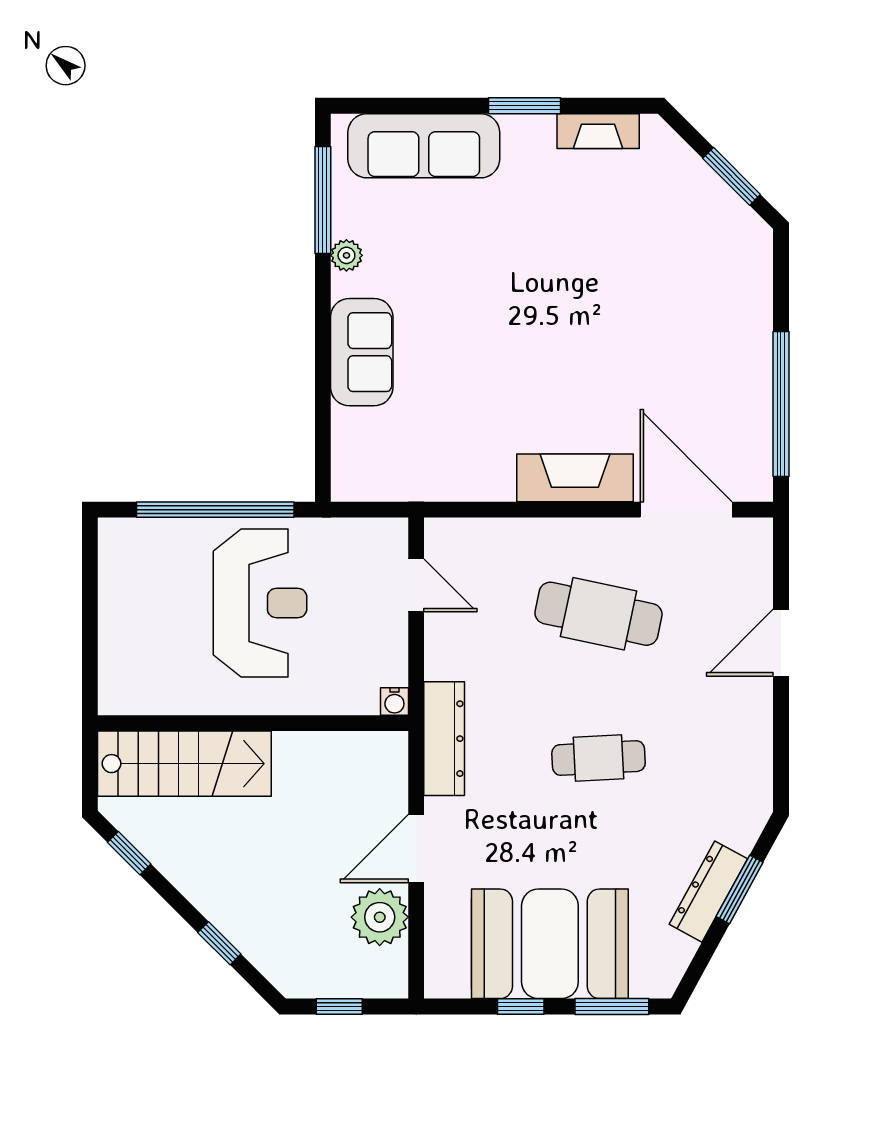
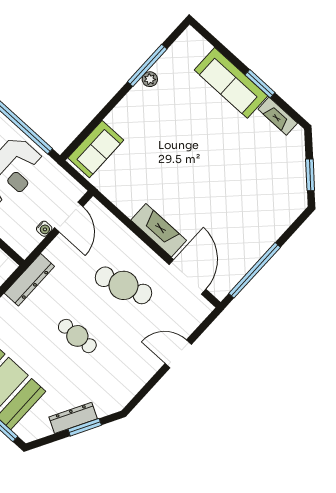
sofa: (424, 146) -> (231, 83), moved
window: (323, 200) -> (147, 65), moved
sofa: (362, 352) -> (96, 149), moved
door: (416, 585) -> (69, 217), width x1.38
cafe table: (599, 614) -> (123, 285), turned -30
water cooler: (394, 702) -> (44, 229), moved, turned -90

